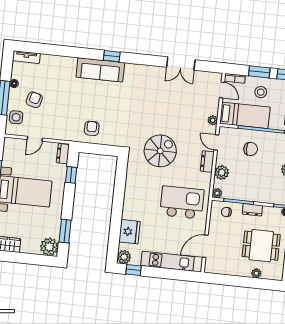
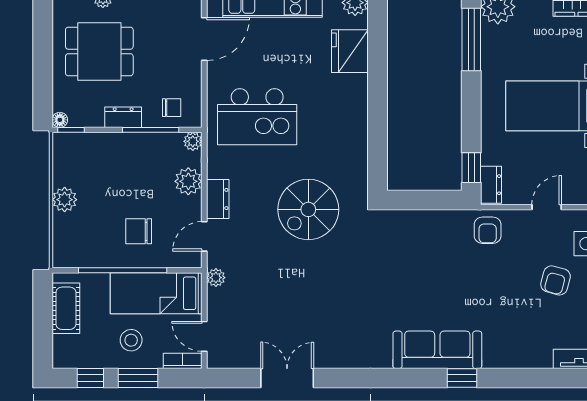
window: (112, 56) -> (462, 378), moved
armchair: (92, 128) -> (488, 230), moved
door: (216, 143) -> (204, 236), swing flipped
window: (71, 175) -> (471, 168), moved
window: (65, 231) -> (471, 39), width x1.44

